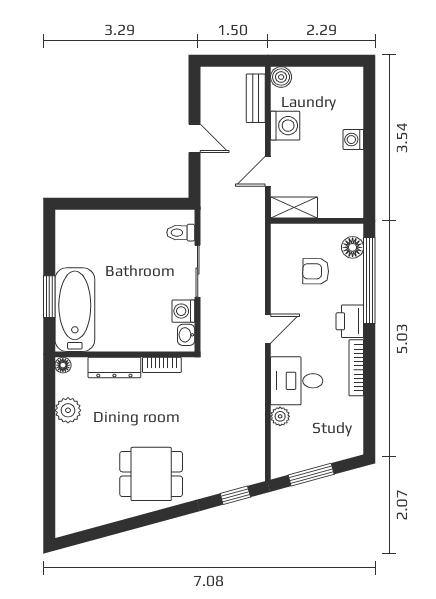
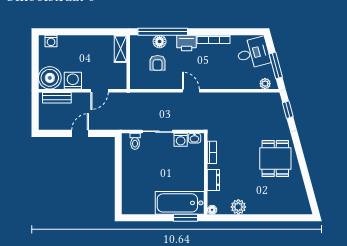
boiler: (281, 77) -> (50, 78), width x1.86, depth x1.86
washing machine: (353, 140) -> (51, 41), moved
door: (268, 171) -> (99, 91), hinge flipped
shelving: (294, 207) -> (120, 49), moved
floor lamp: (353, 247) -> (160, 42), moved
window: (49, 297) -> (186, 218), moved
dresser: (114, 368) -> (213, 180), width x0.70
desk: (297, 381) -> (253, 53), moved, turned -105
plant: (280, 416) -> (265, 84), moved

